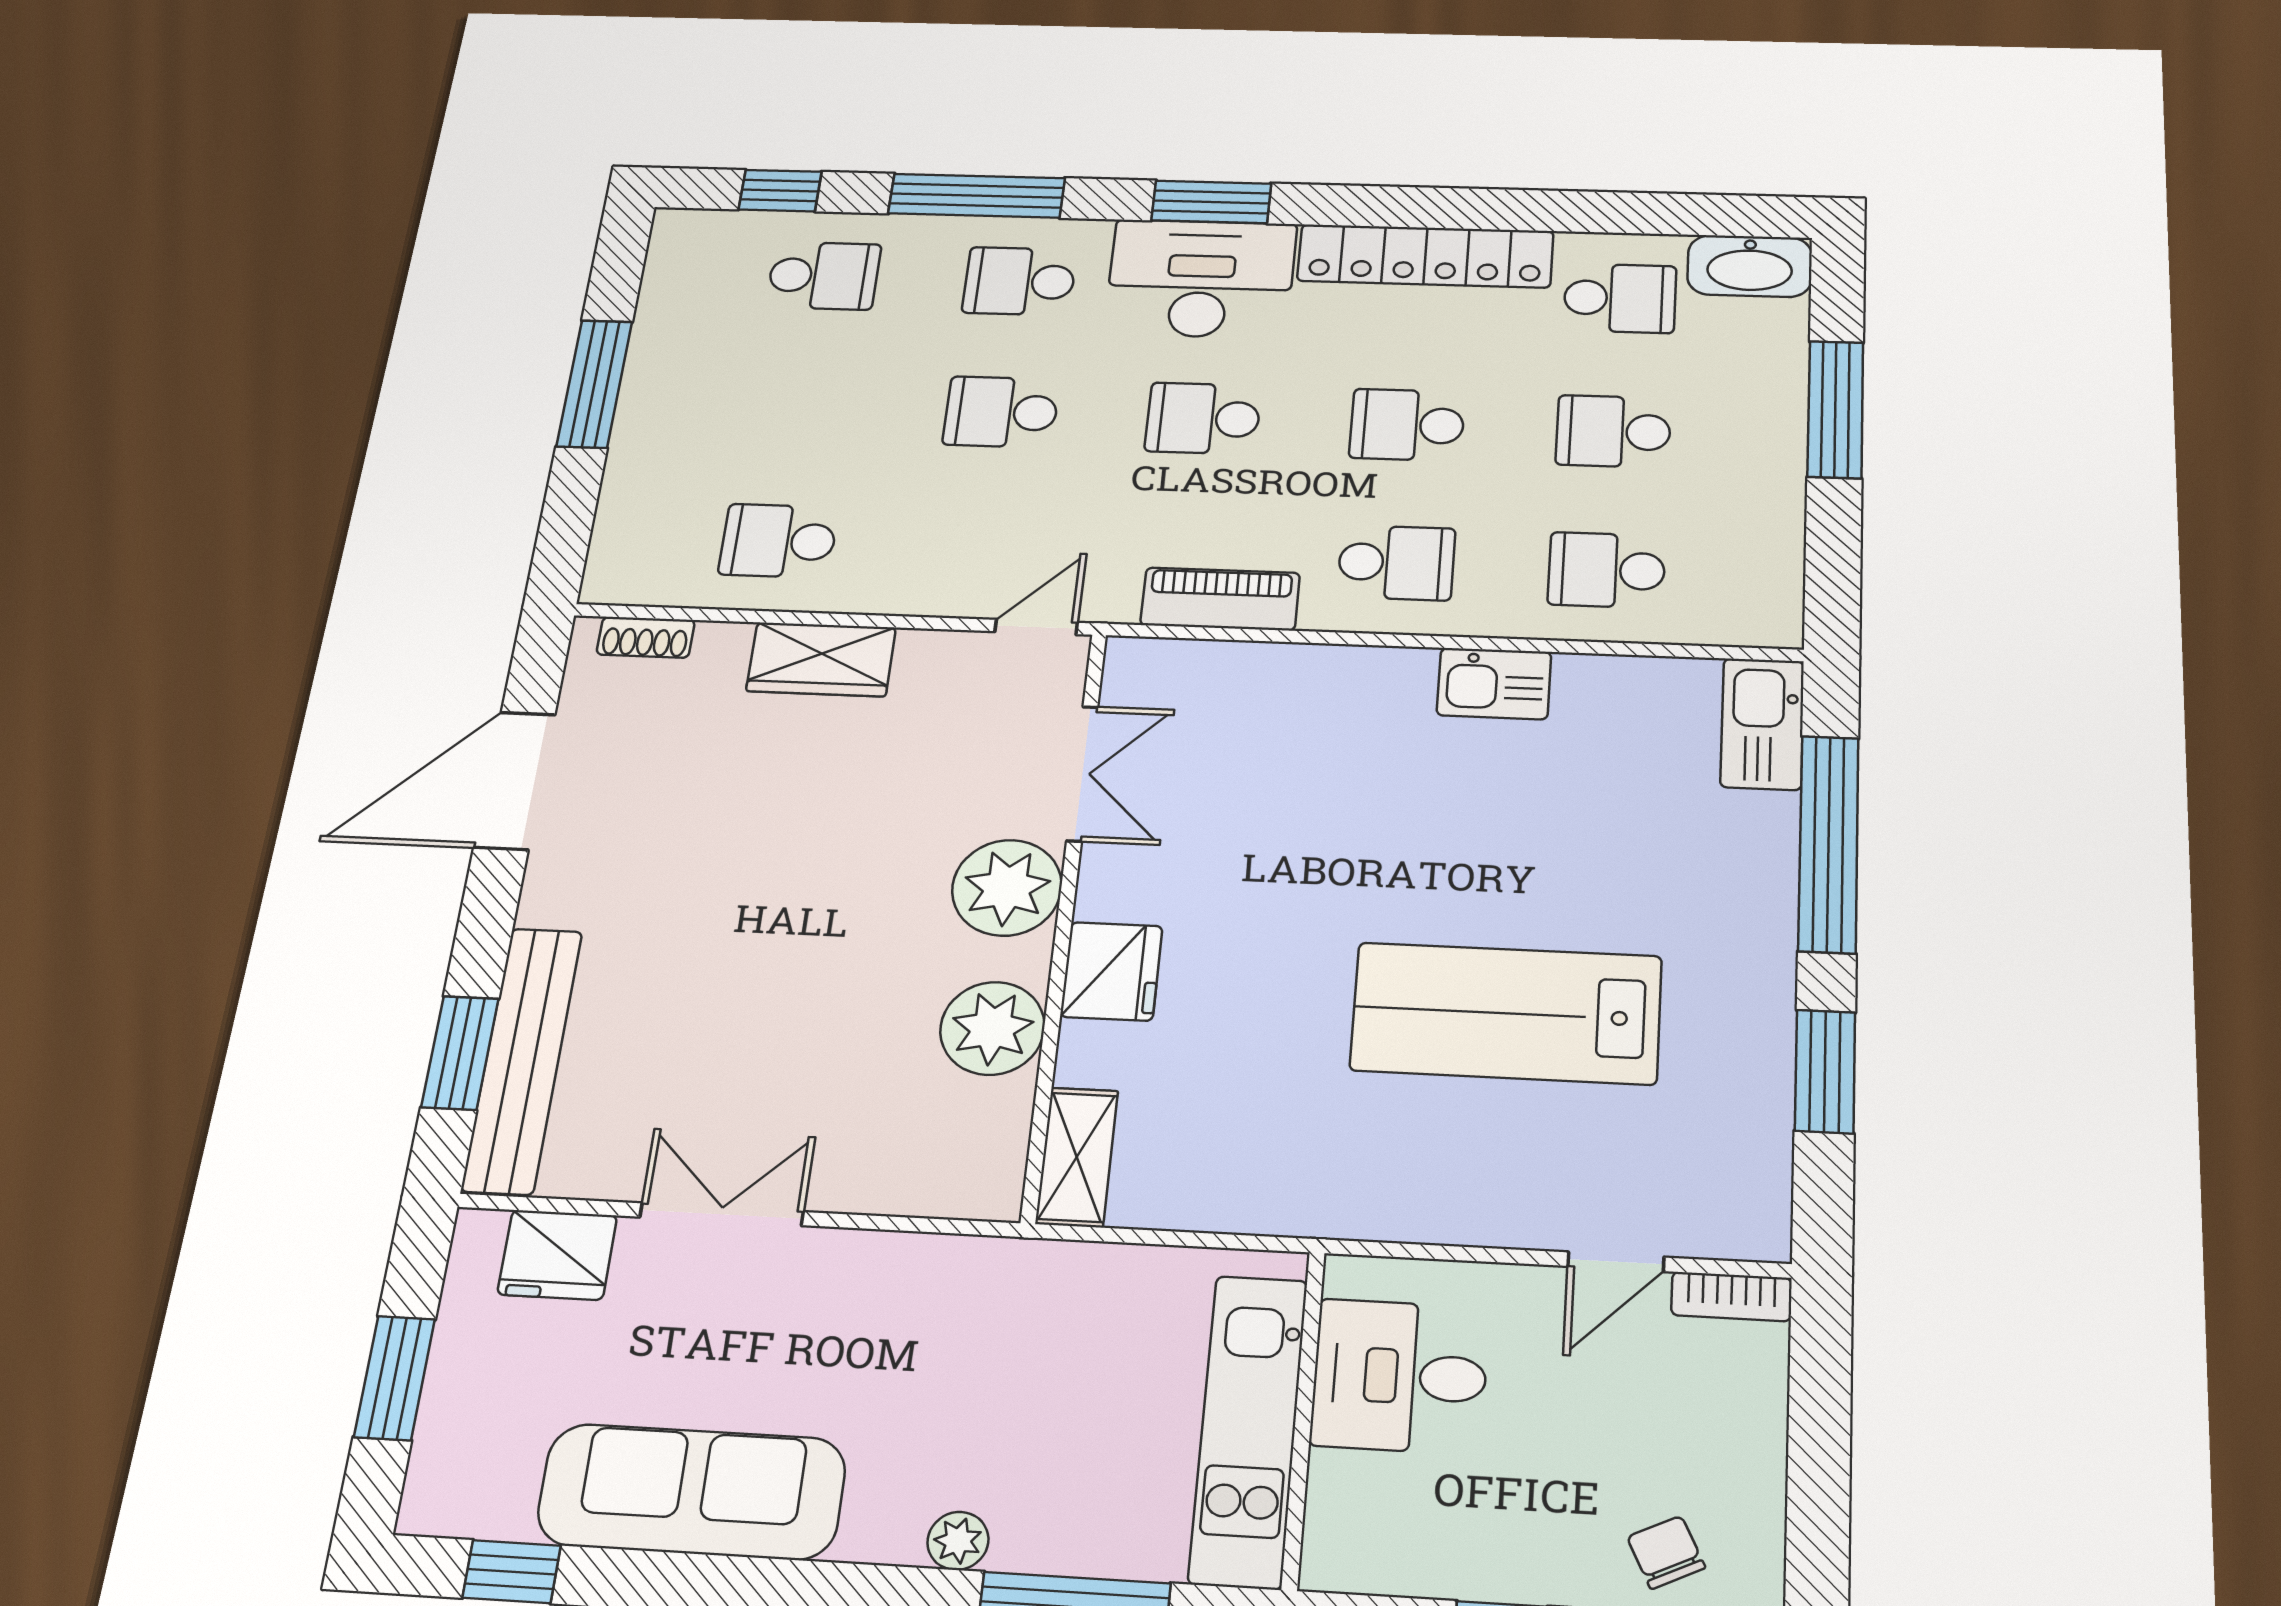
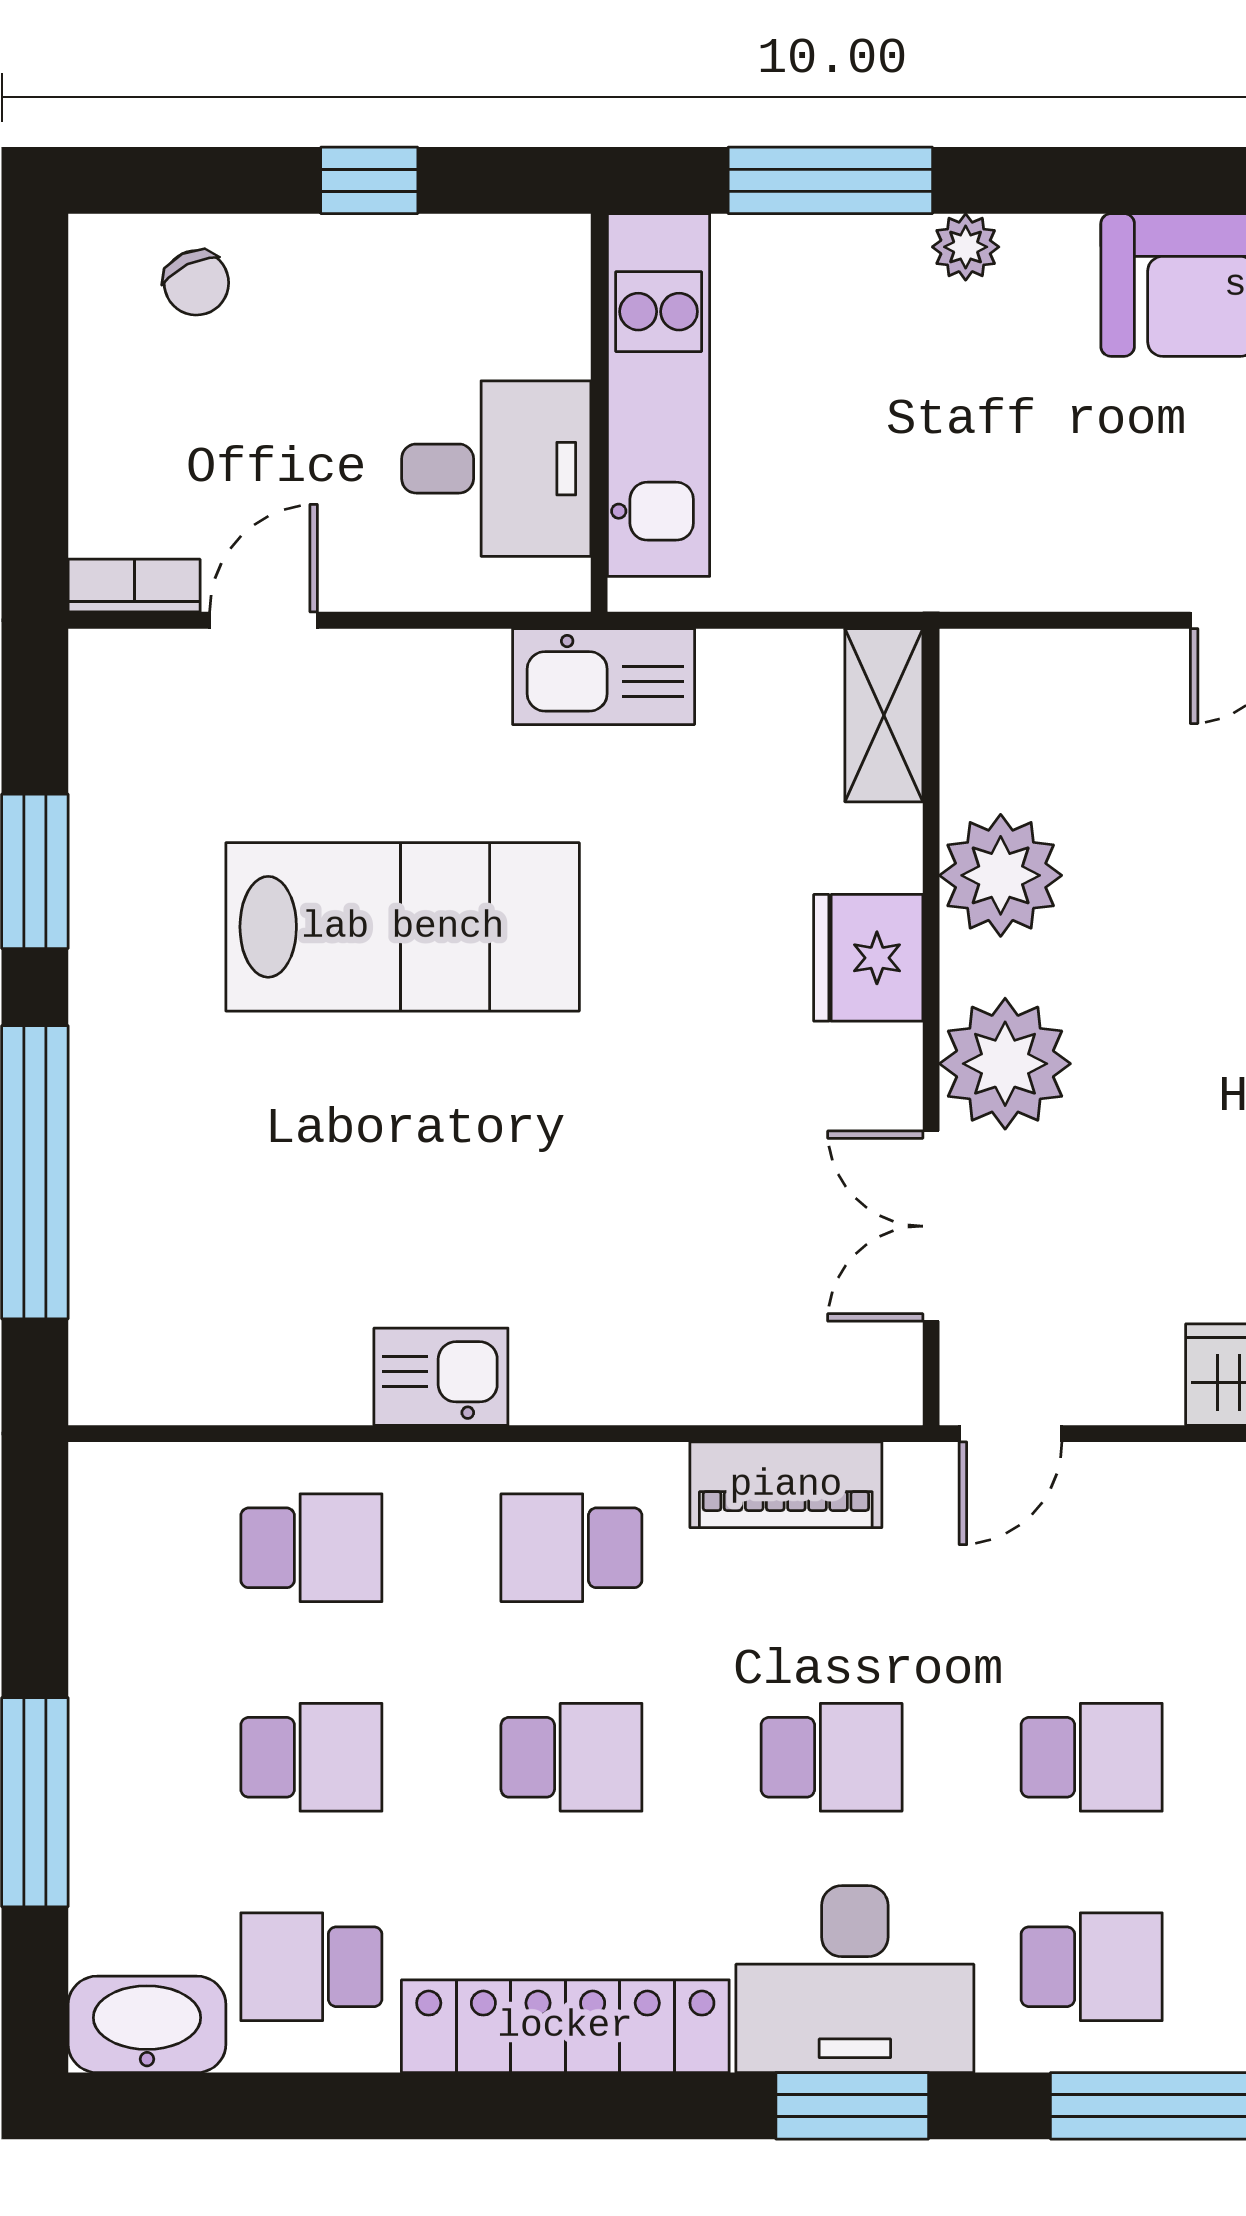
kitchen sink: (1762, 724) -> (604, 677), moved, turned 90

